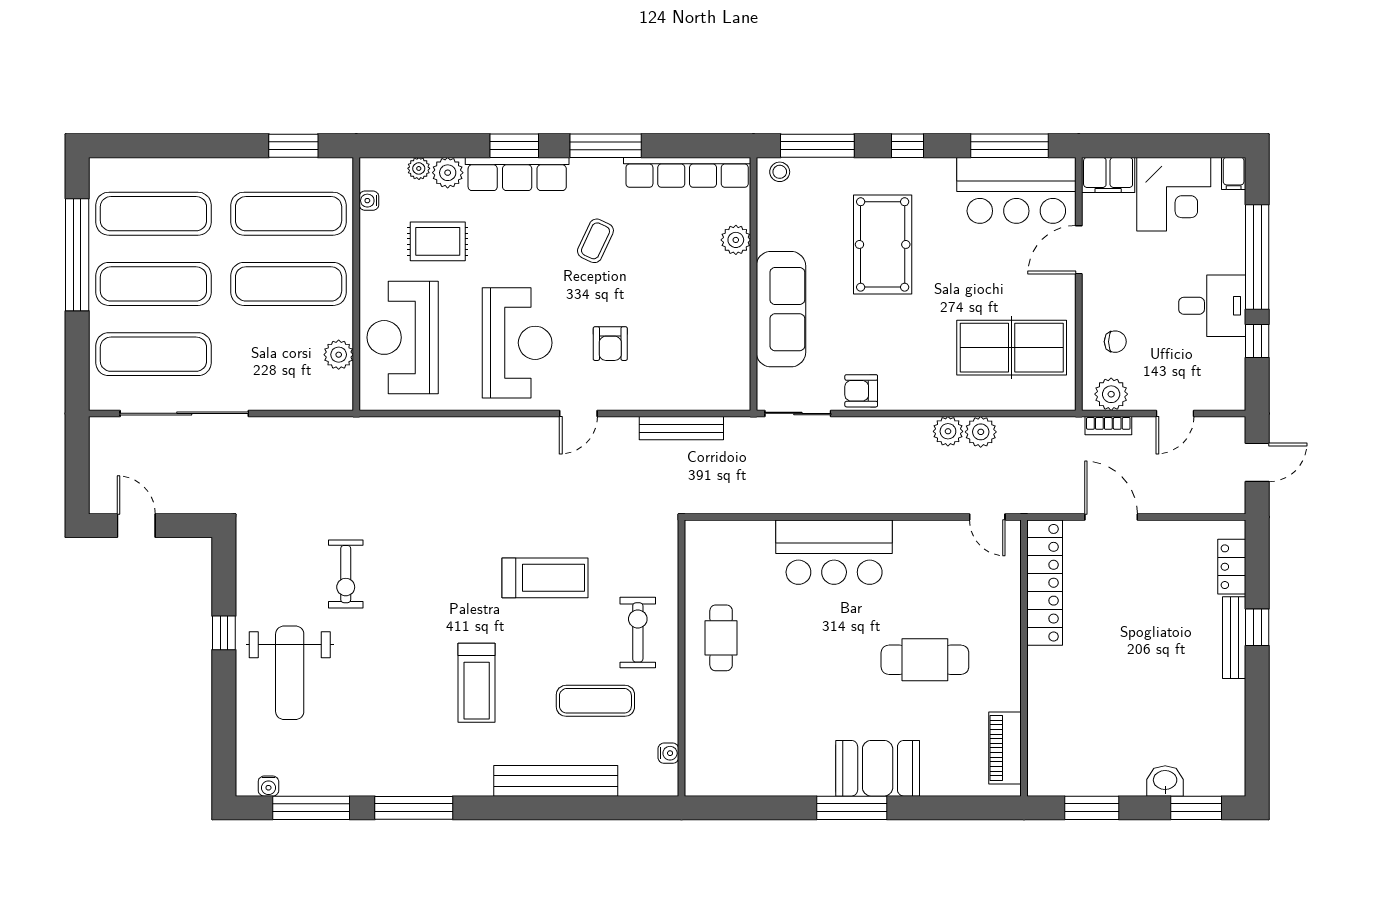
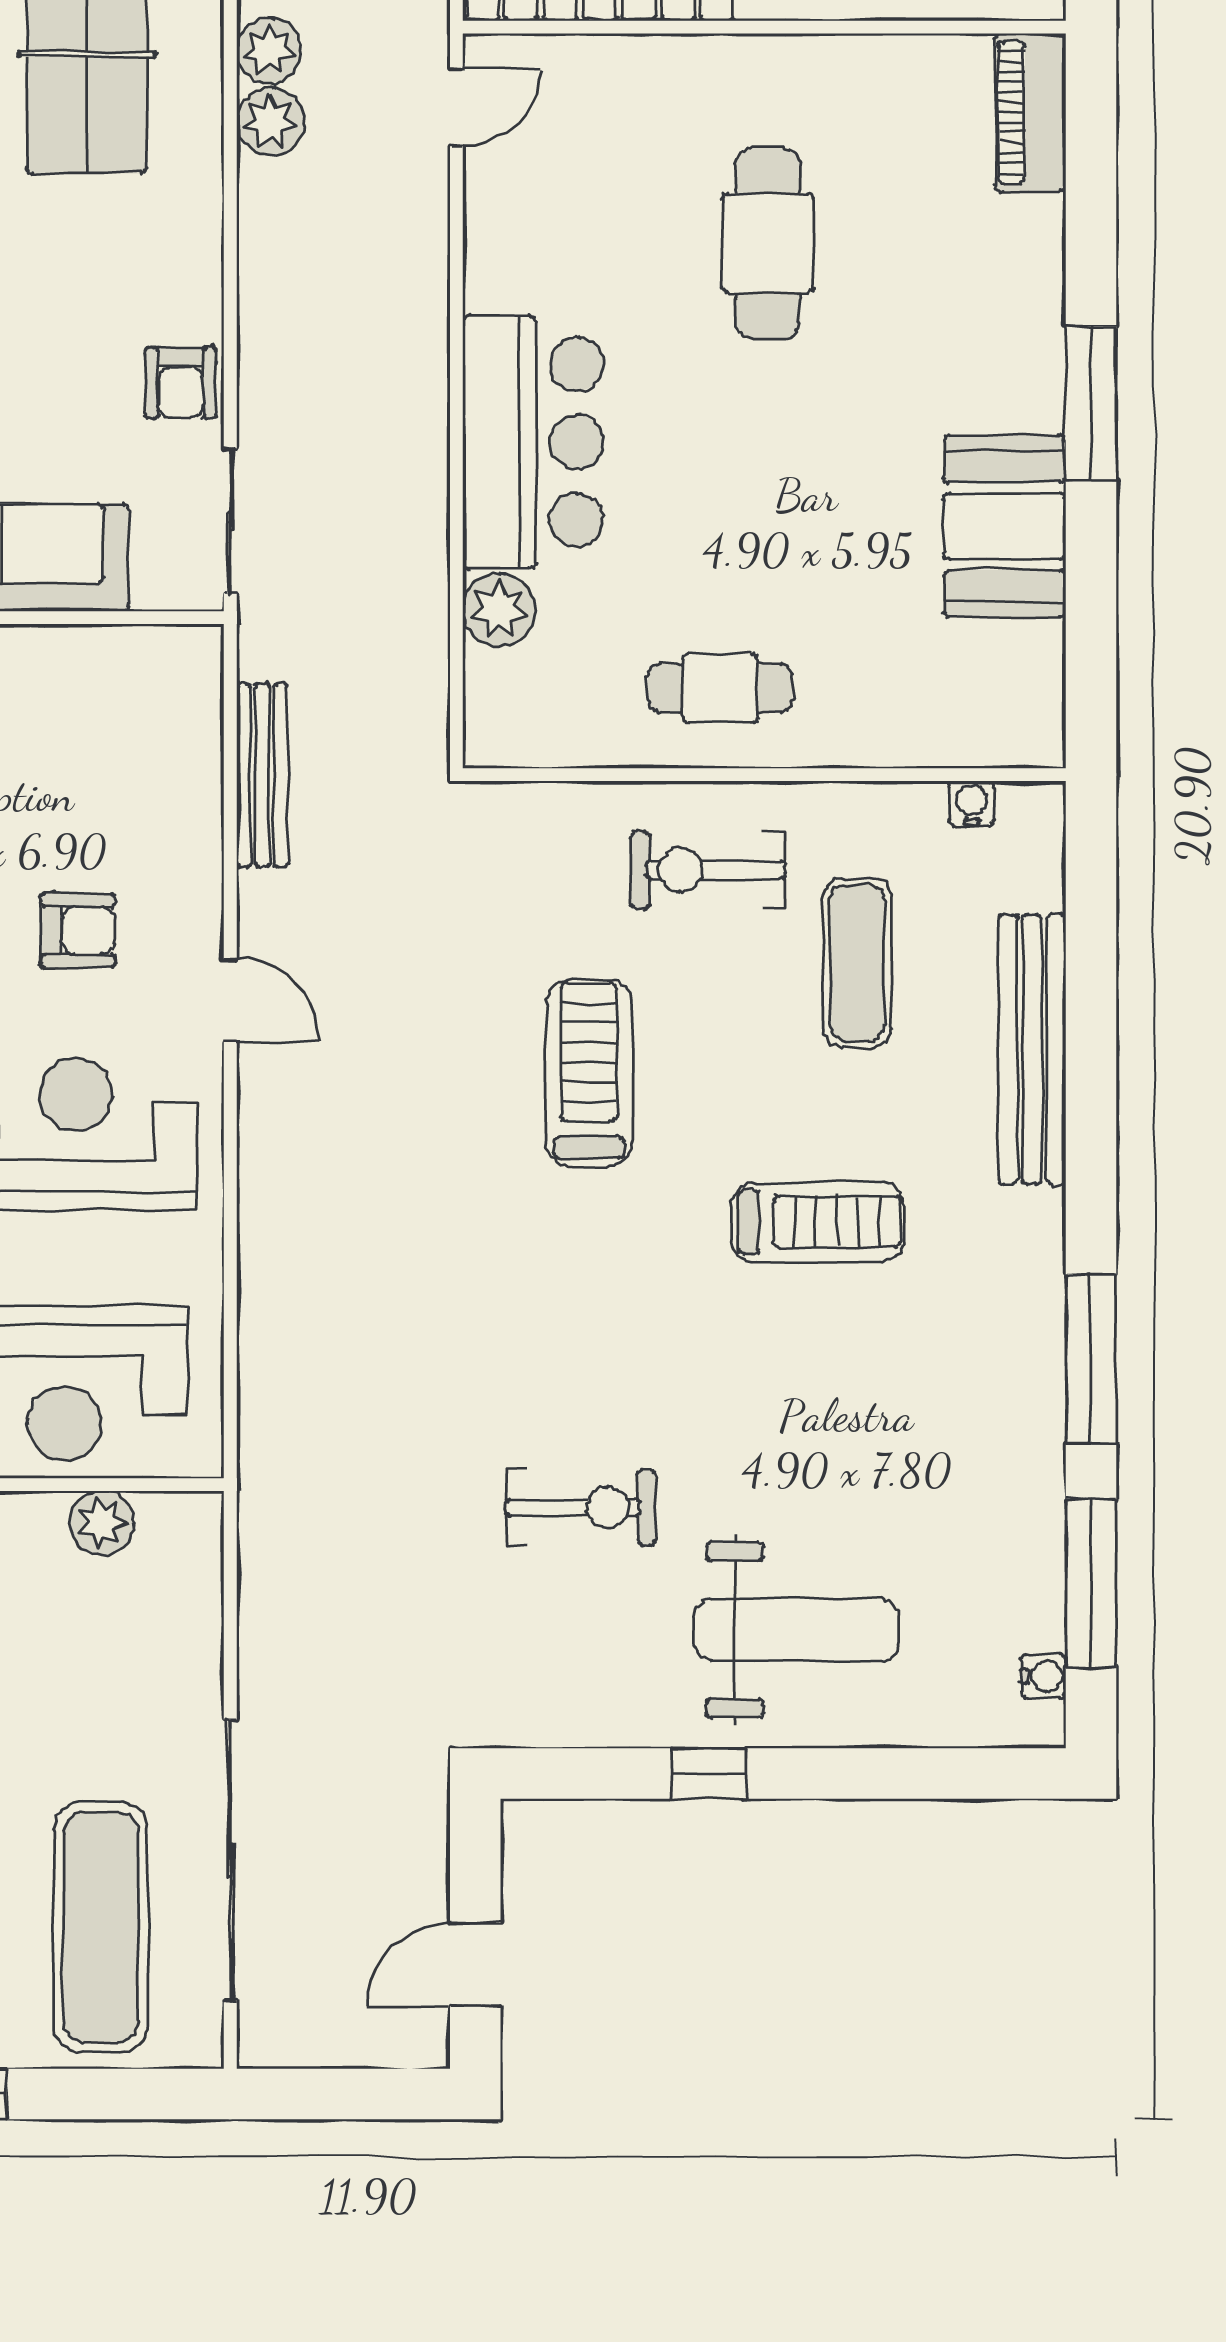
plant: (948, 431) -> (269, 50), moved
plant: (757, 537) -> (499, 610), added
piano: (1005, 748) -> (1030, 112), moved, turned 90
booth: (878, 768) -> (1005, 526), moved

